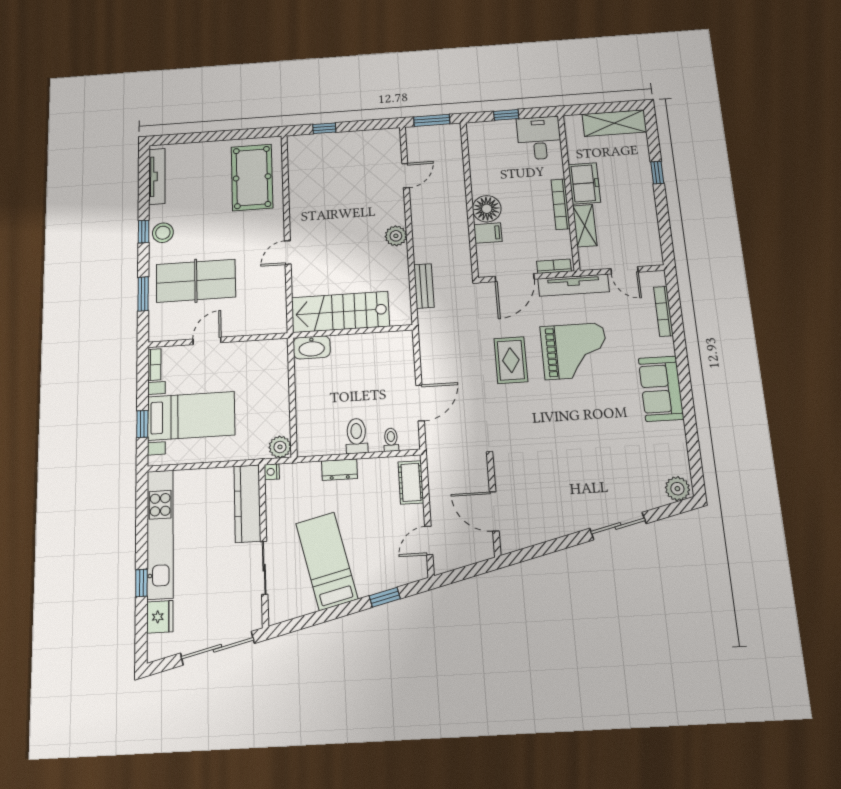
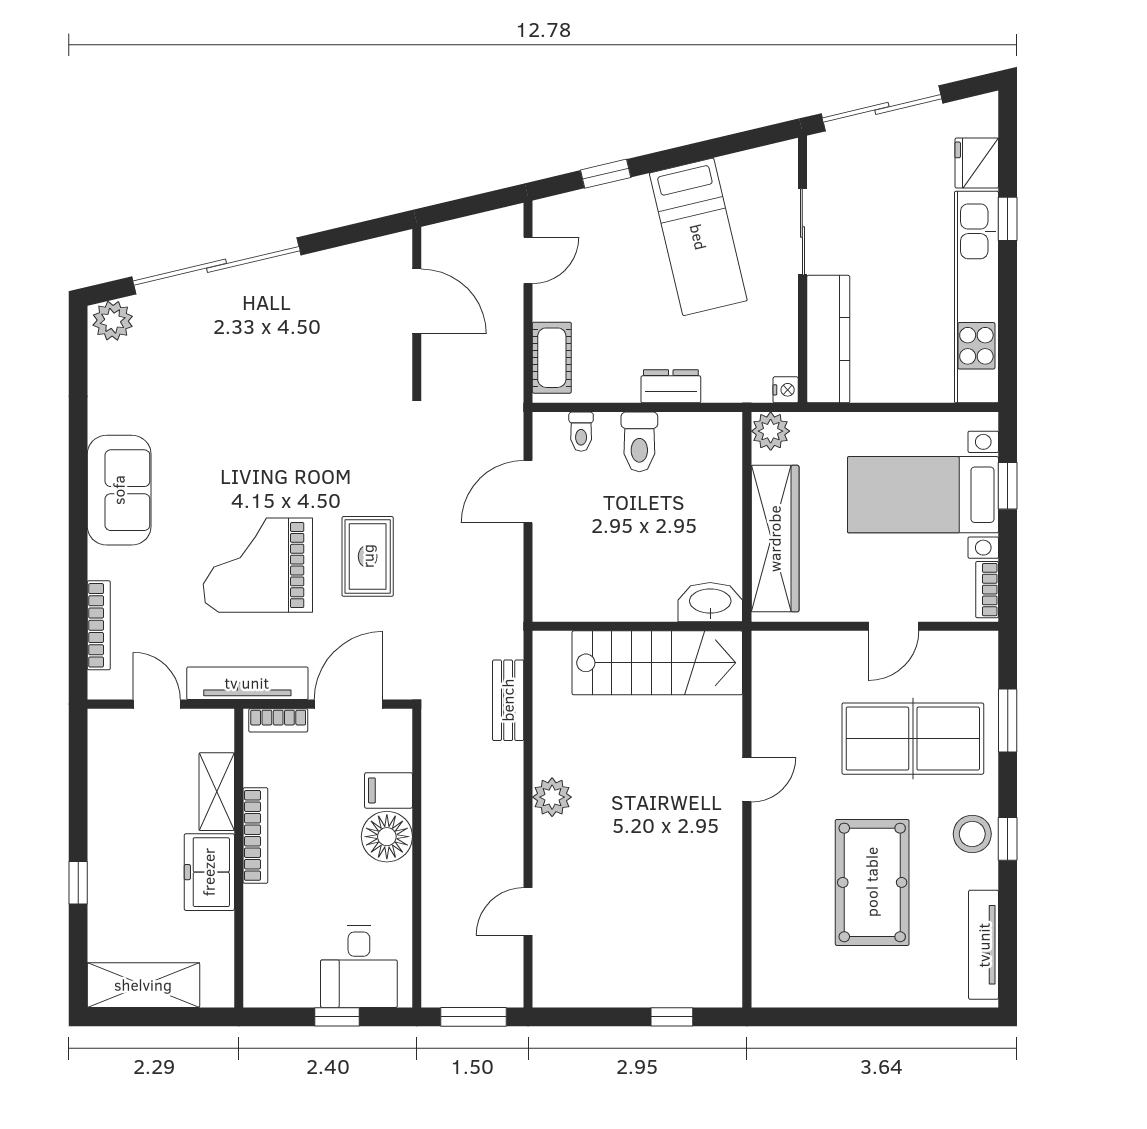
desk: (539, 138) -> (359, 966), moved
pool table: (252, 177) -> (872, 882), moved
wardrobe: (276, 385) -> (775, 539), added
sliding door: (618, 526) -> (216, 266), width x1.86

